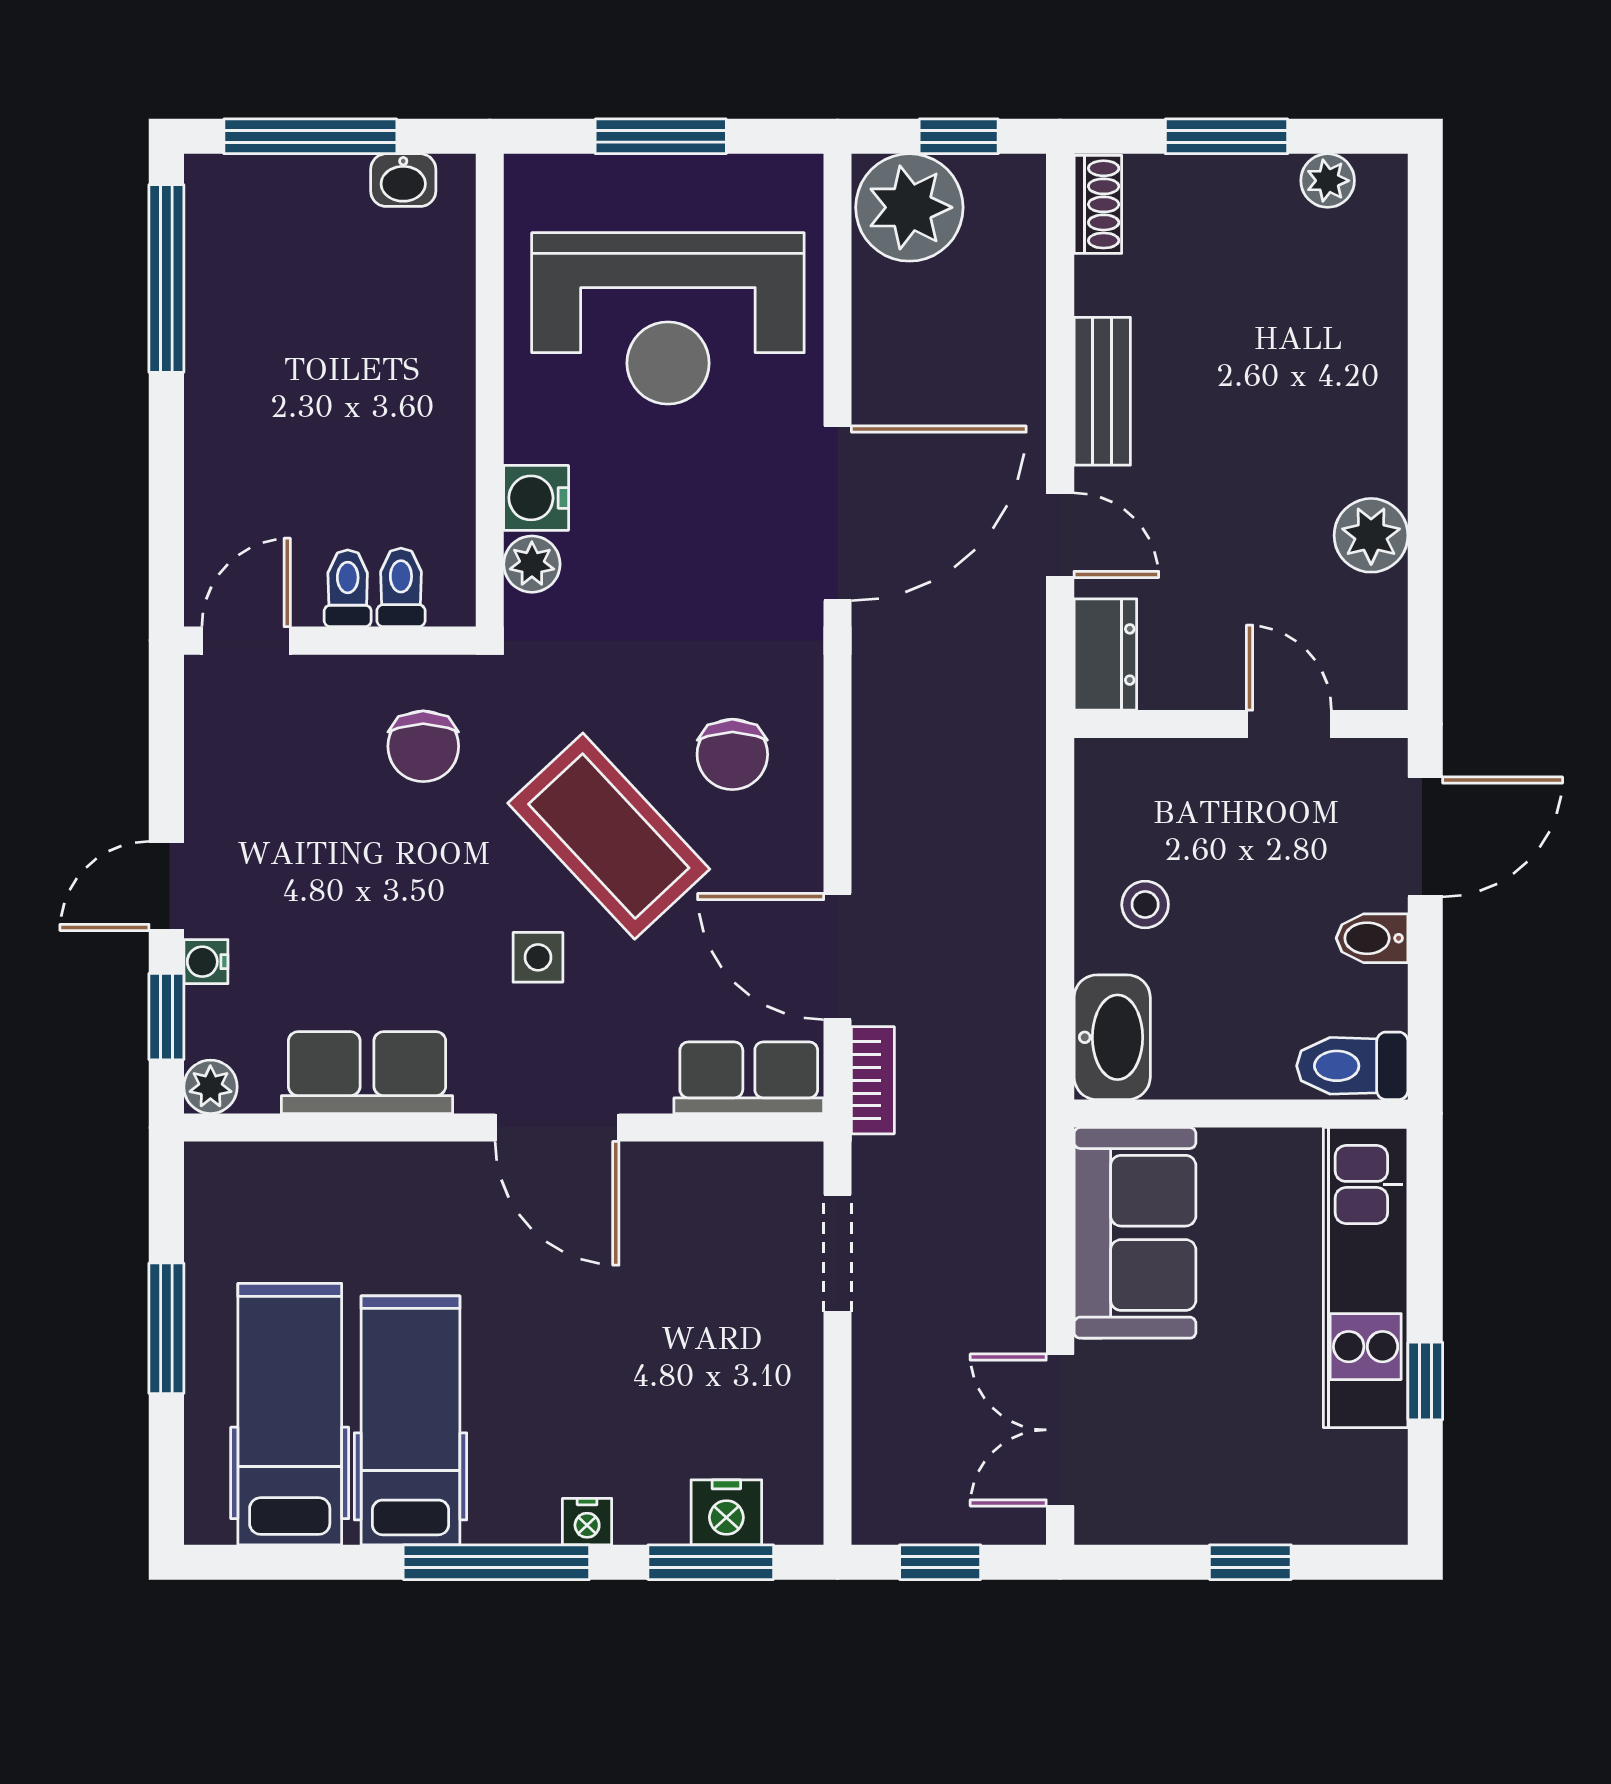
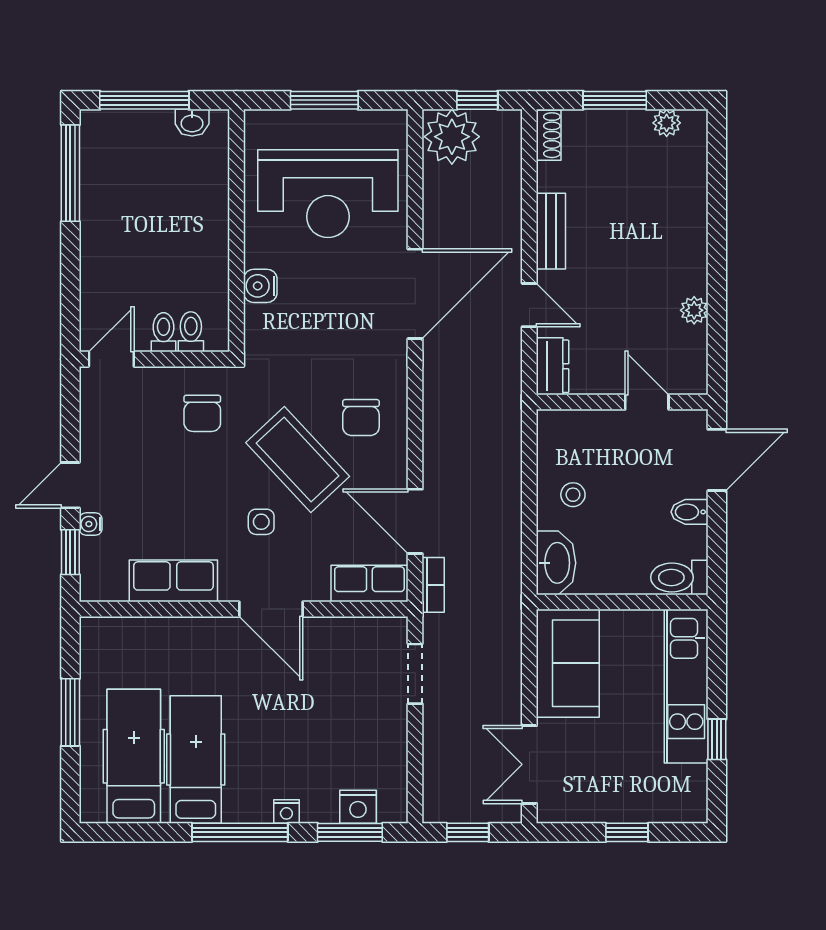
plant: (1371, 535) -> (694, 310), width x0.73, depth x0.73
plant: (532, 564) -> (258, 320), removed
plant: (210, 1087) -> (93, 588), removed

